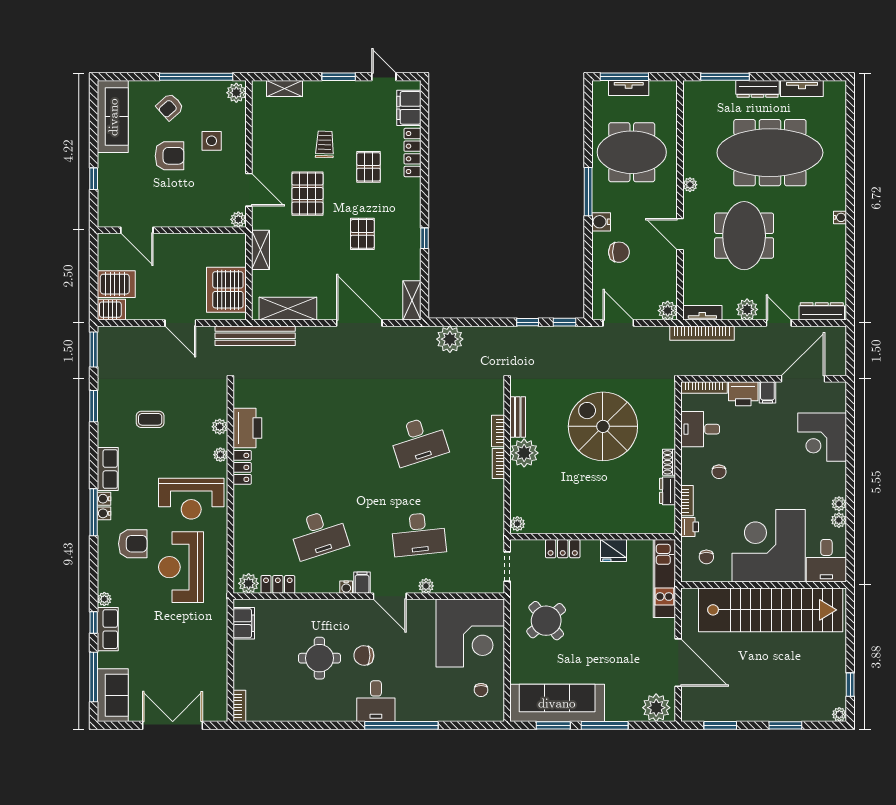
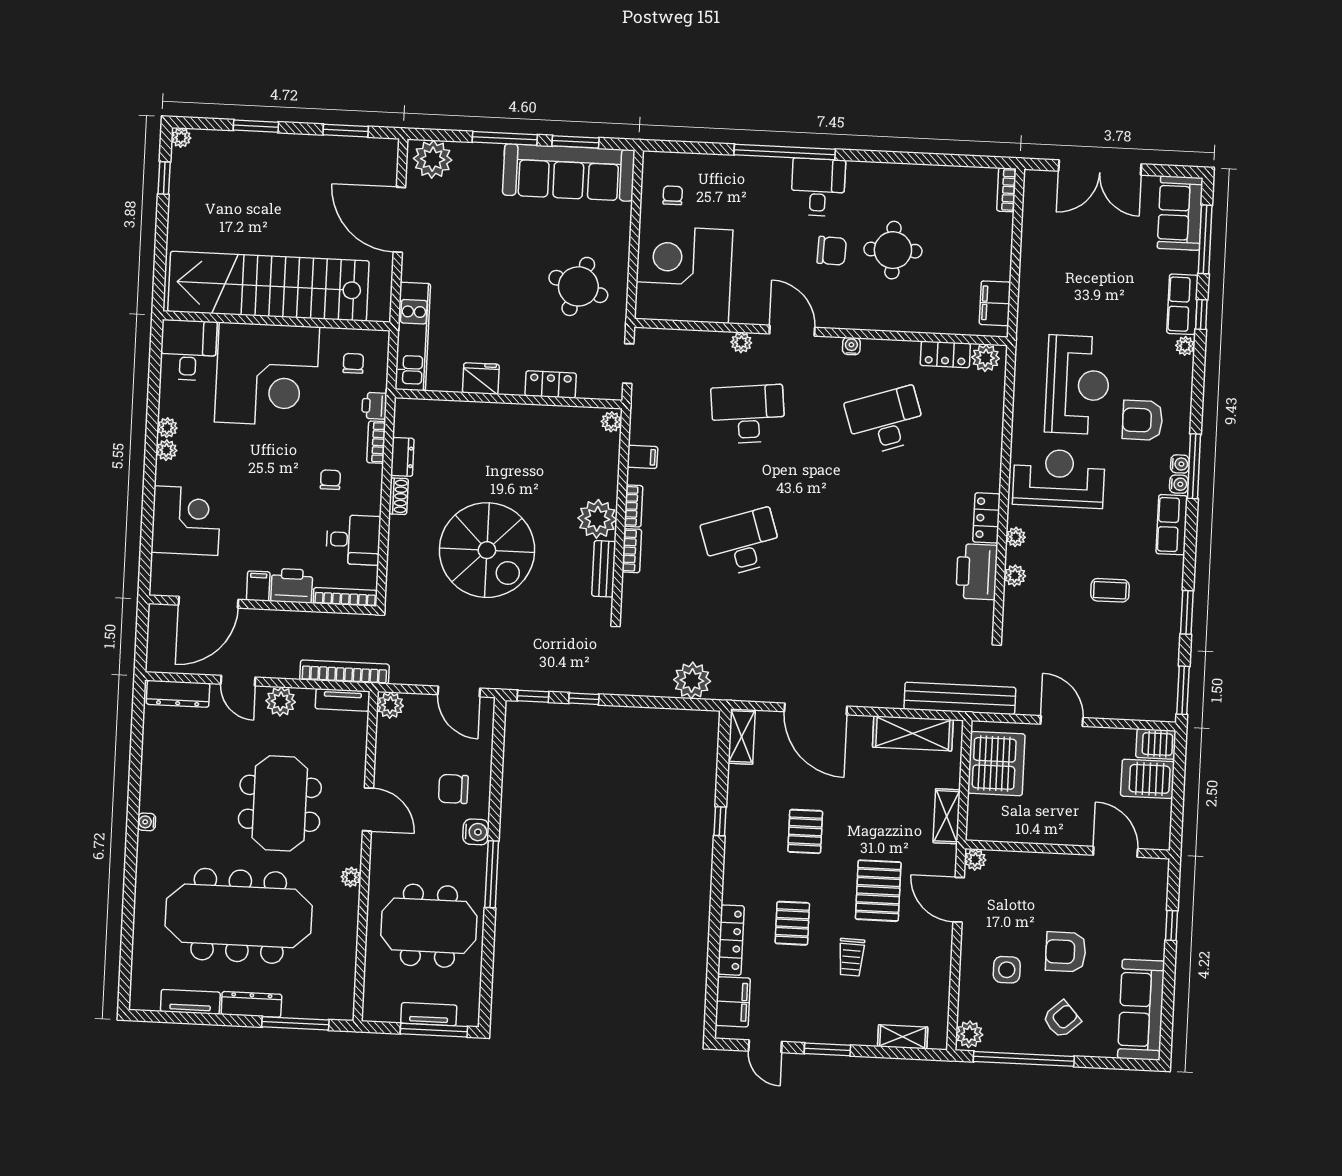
plant: (839, 520) -> (166, 450), moved
filing cabinet: (362, 583) -> (642, 457), moved, turned -90
round table: (546, 621) -> (578, 286), turned -31

